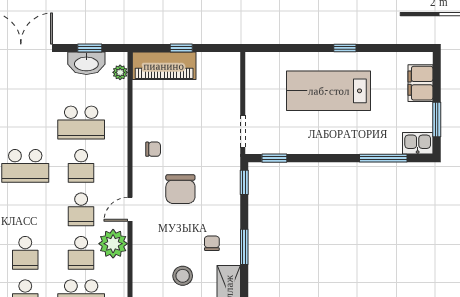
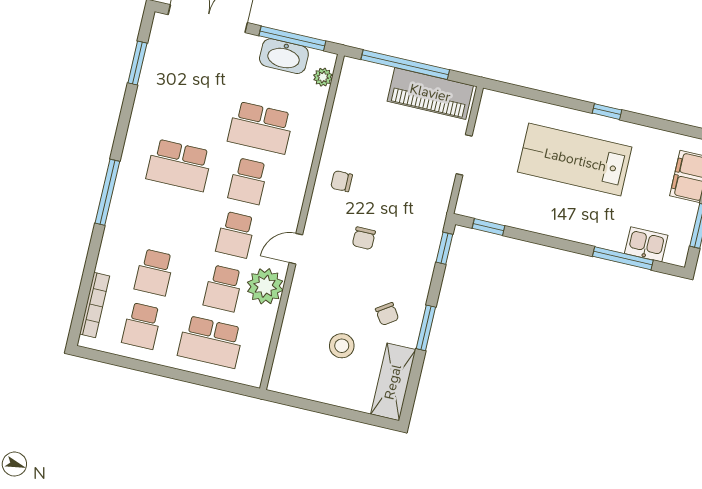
window: (90, 48) -> (292, 38), width x2.17
window: (181, 48) -> (405, 65), width x3.17
piano: (164, 66) -> (430, 93), moved
doorway: (243, 131) -> (464, 155), moved
kitchen sink: (418, 143) -> (646, 244), moved
chair: (153, 149) -> (342, 181), turned 180
chair: (180, 189) -> (364, 238), width x0.54, depth x0.54
chair: (212, 243) -> (387, 314), turned 146

